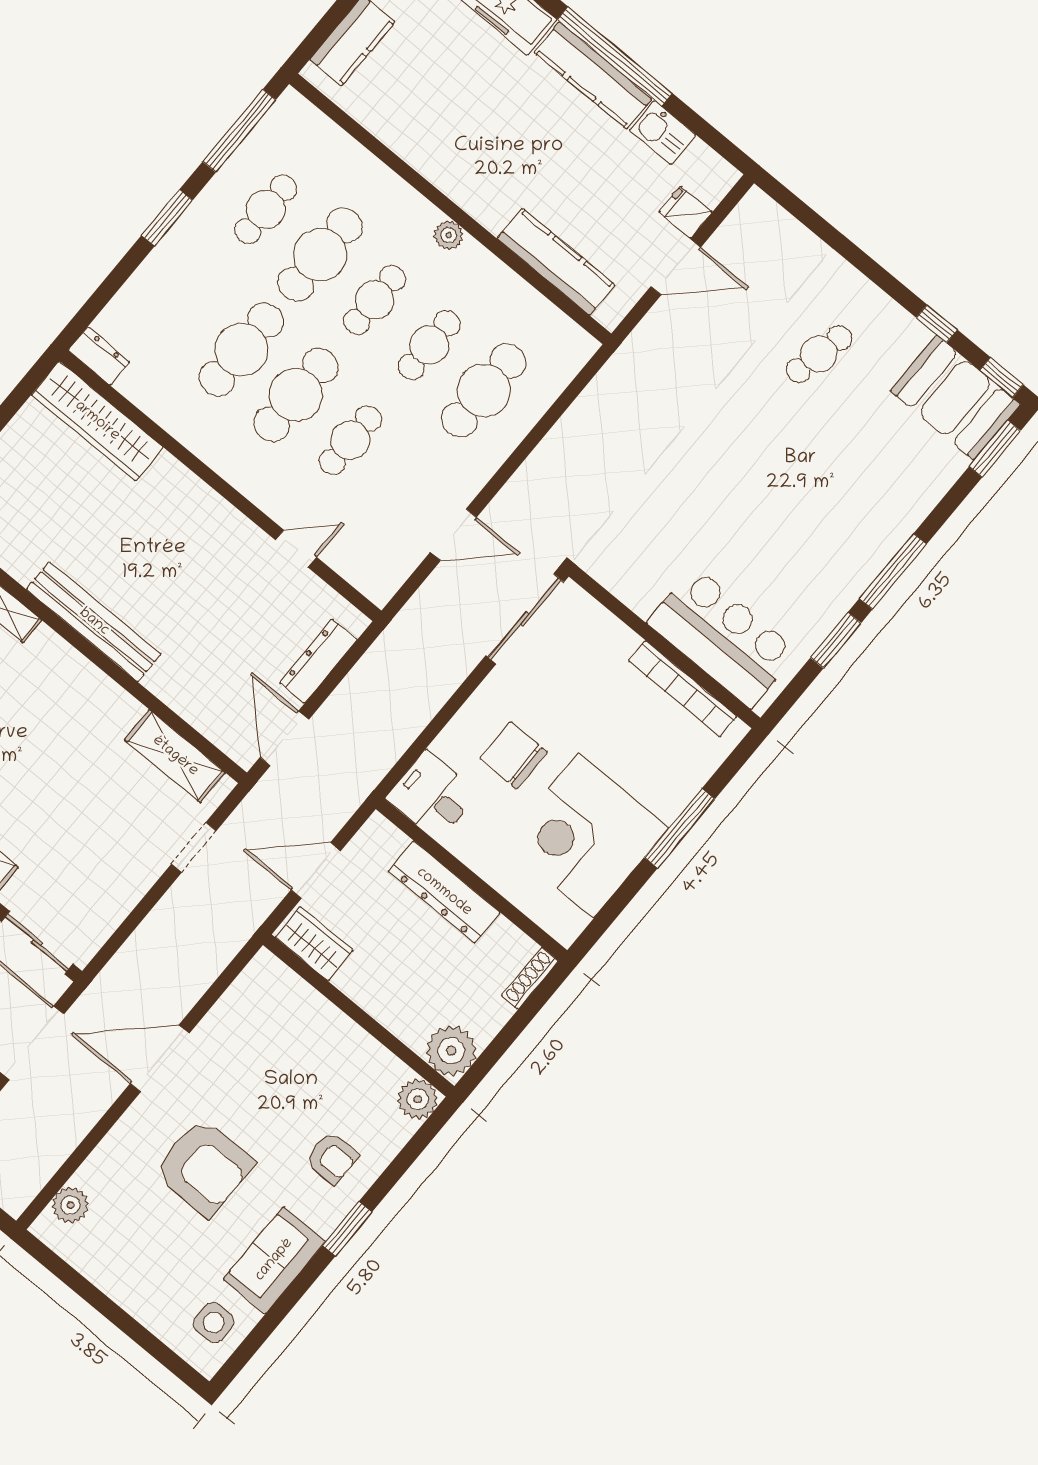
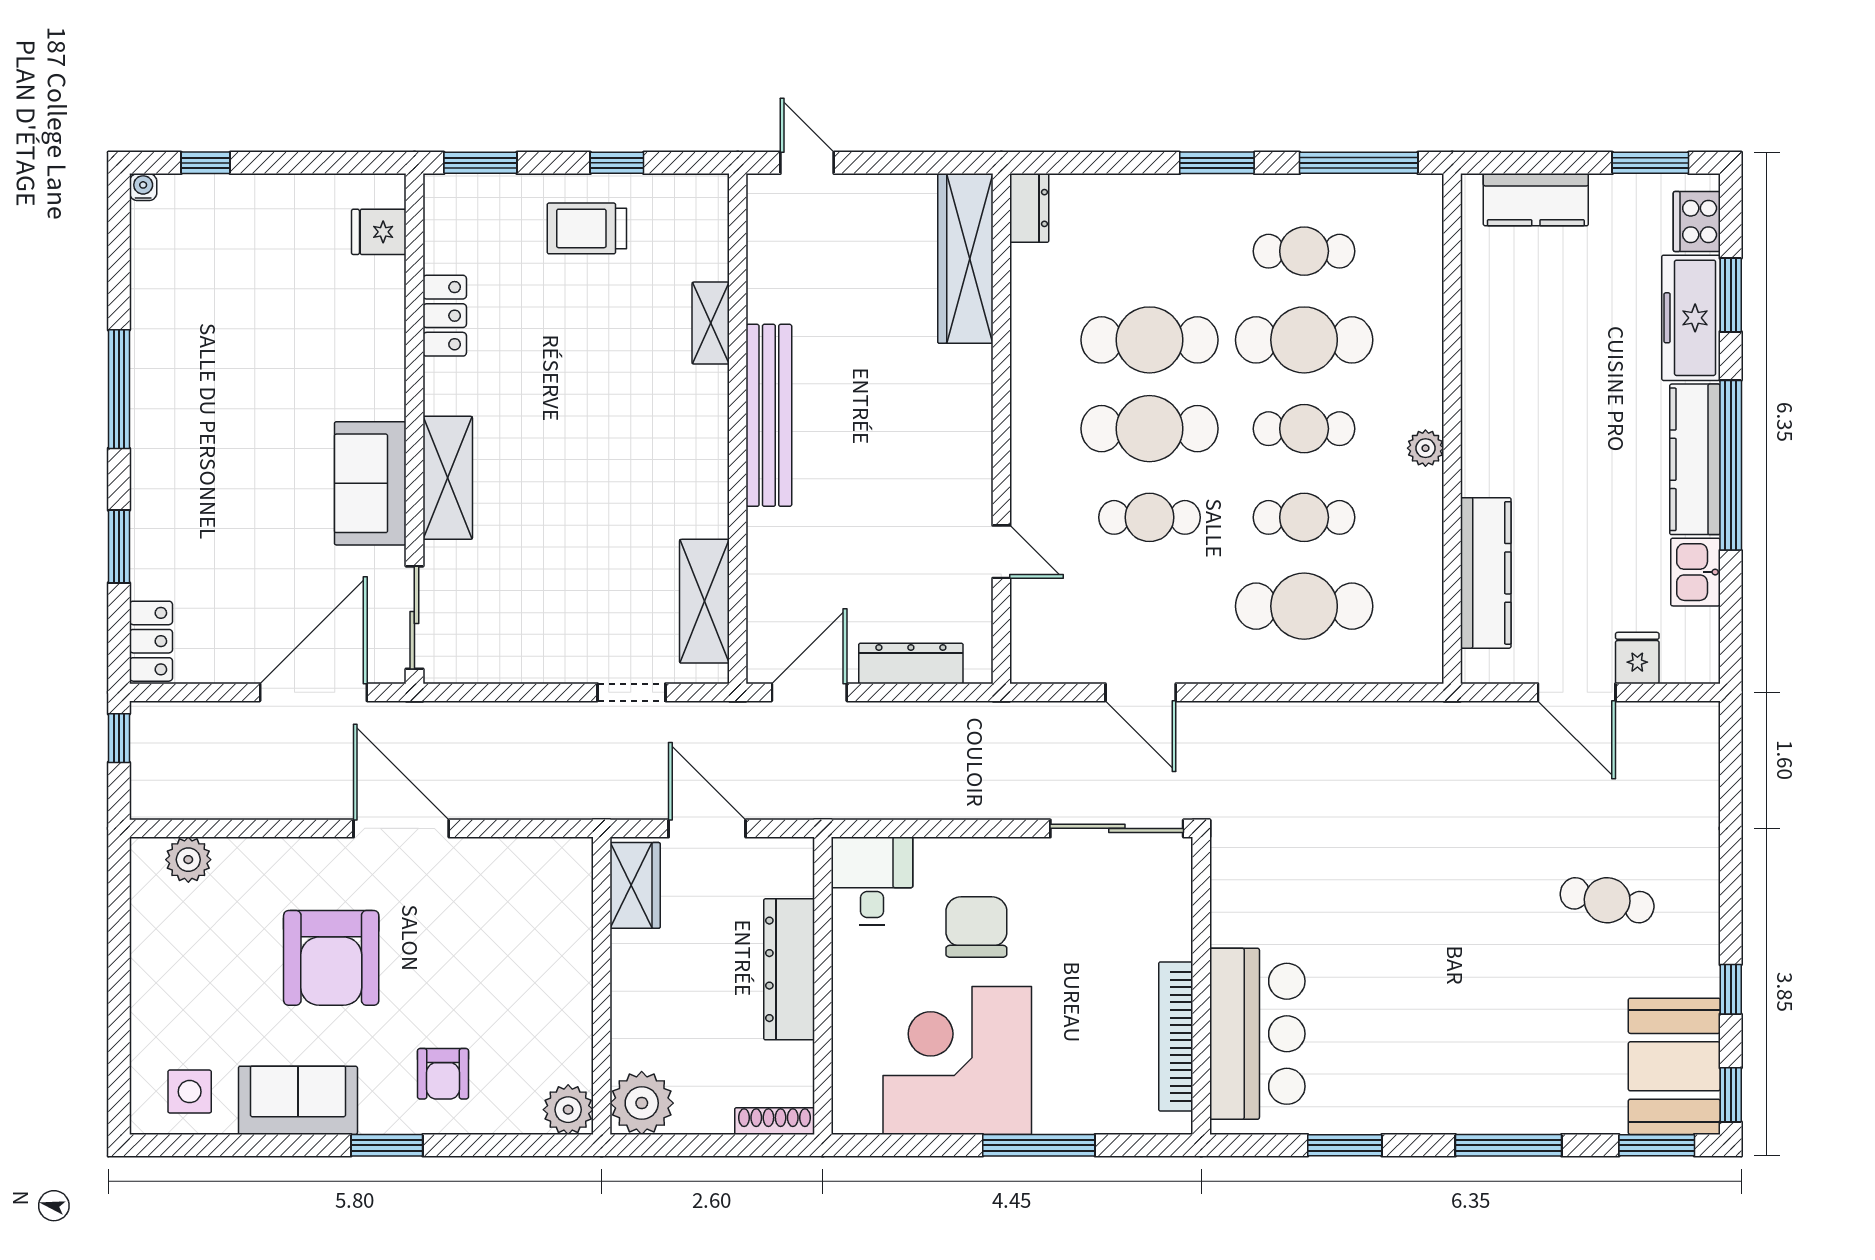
window: (893, 571) -> (1509, 1145), moved

